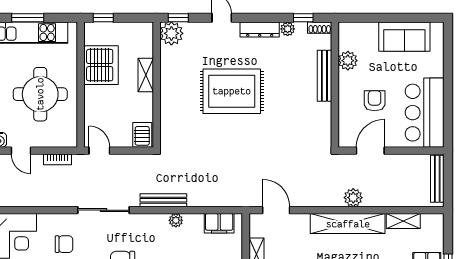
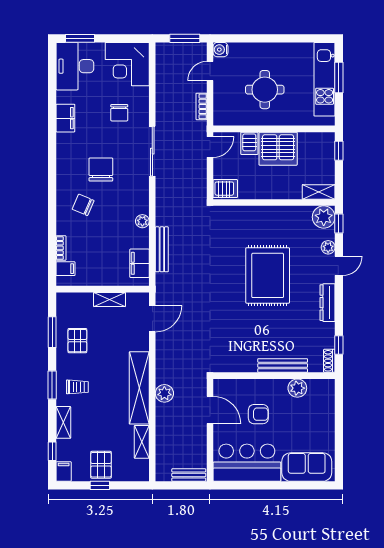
plant: (288, 29) -> (328, 247), moved
sofa: (404, 37) -> (307, 467), moved, turned 90
server rack: (101, 65) -> (278, 149), moved
shelving: (146, 75) -> (319, 192), moved
round table: (40, 94) -> (265, 90), width x0.73, depth x0.73
server rack: (96, 110) -> (249, 143), added
bench: (437, 179) -> (189, 475), width x0.73
bench: (163, 200) -> (162, 249), moved

